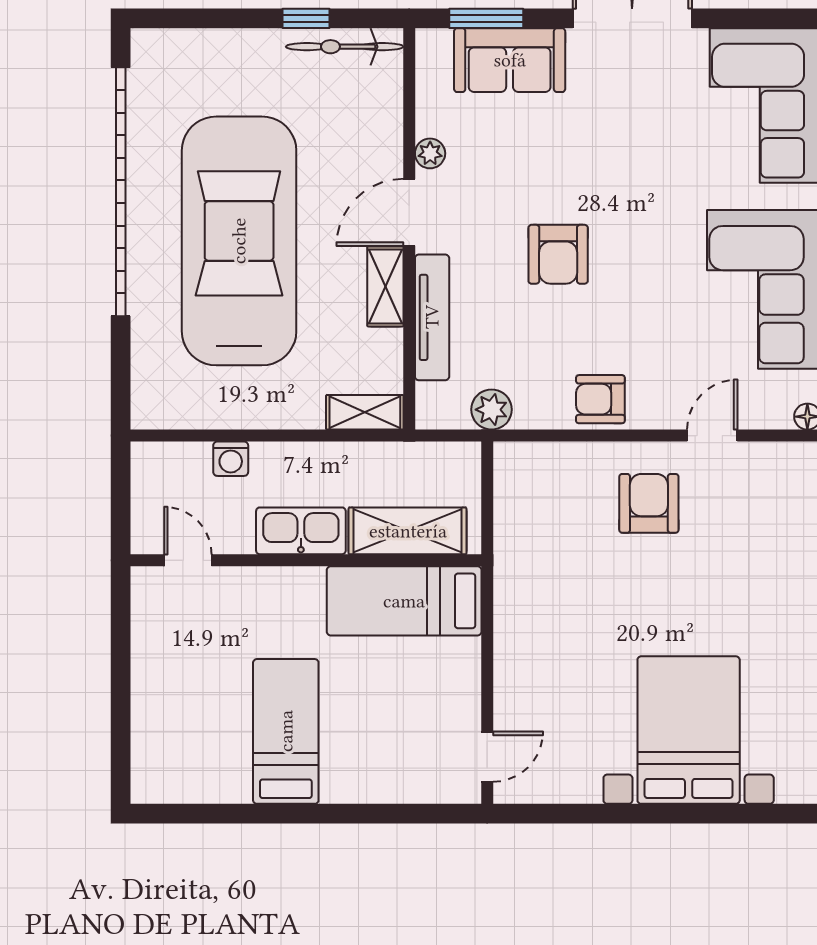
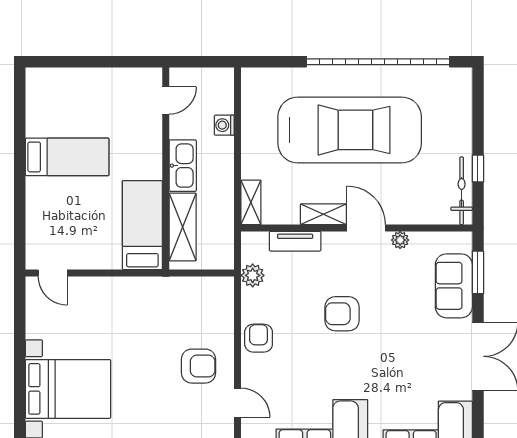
tv unit: (432, 317) -> (295, 241), width x0.71

